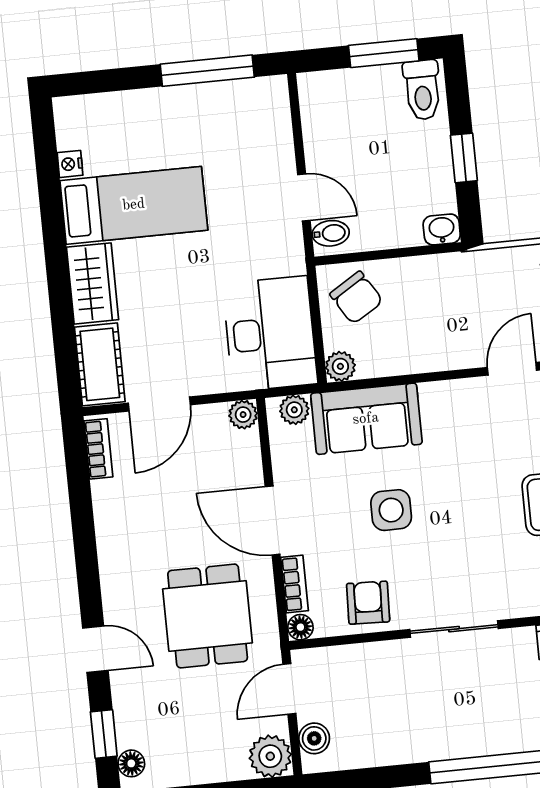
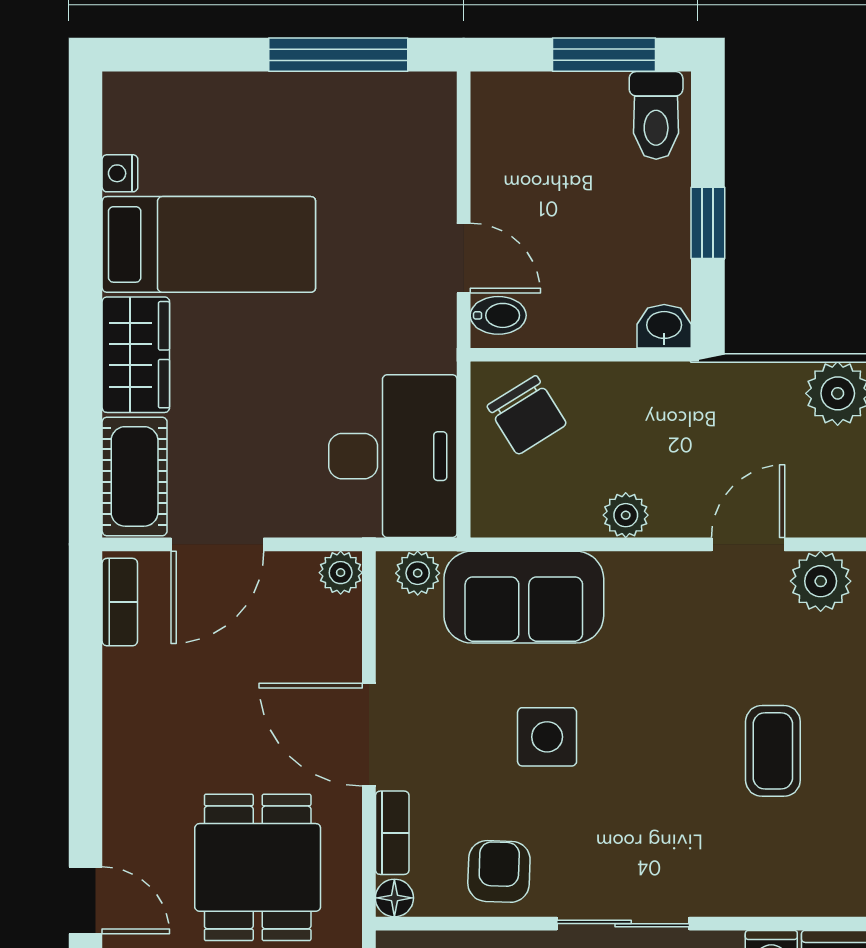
plant: (340, 366) -> (626, 515), moved

